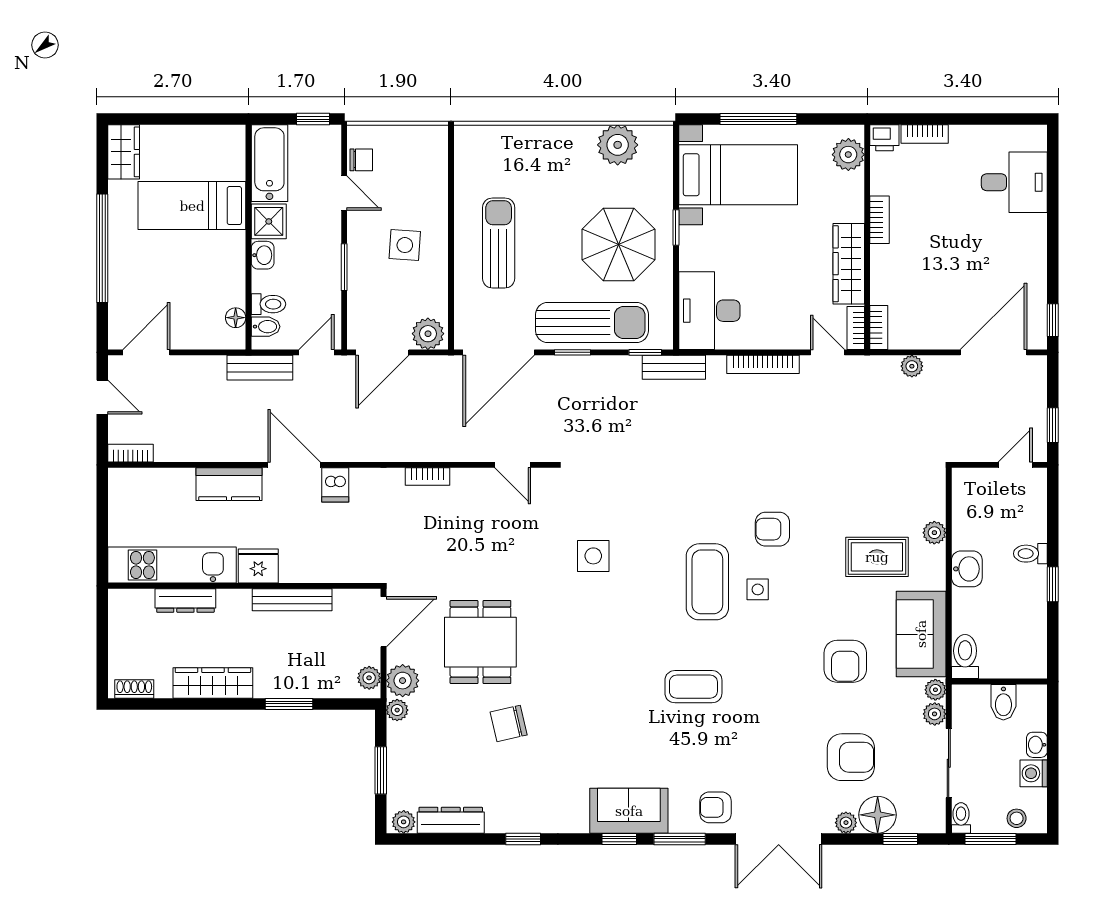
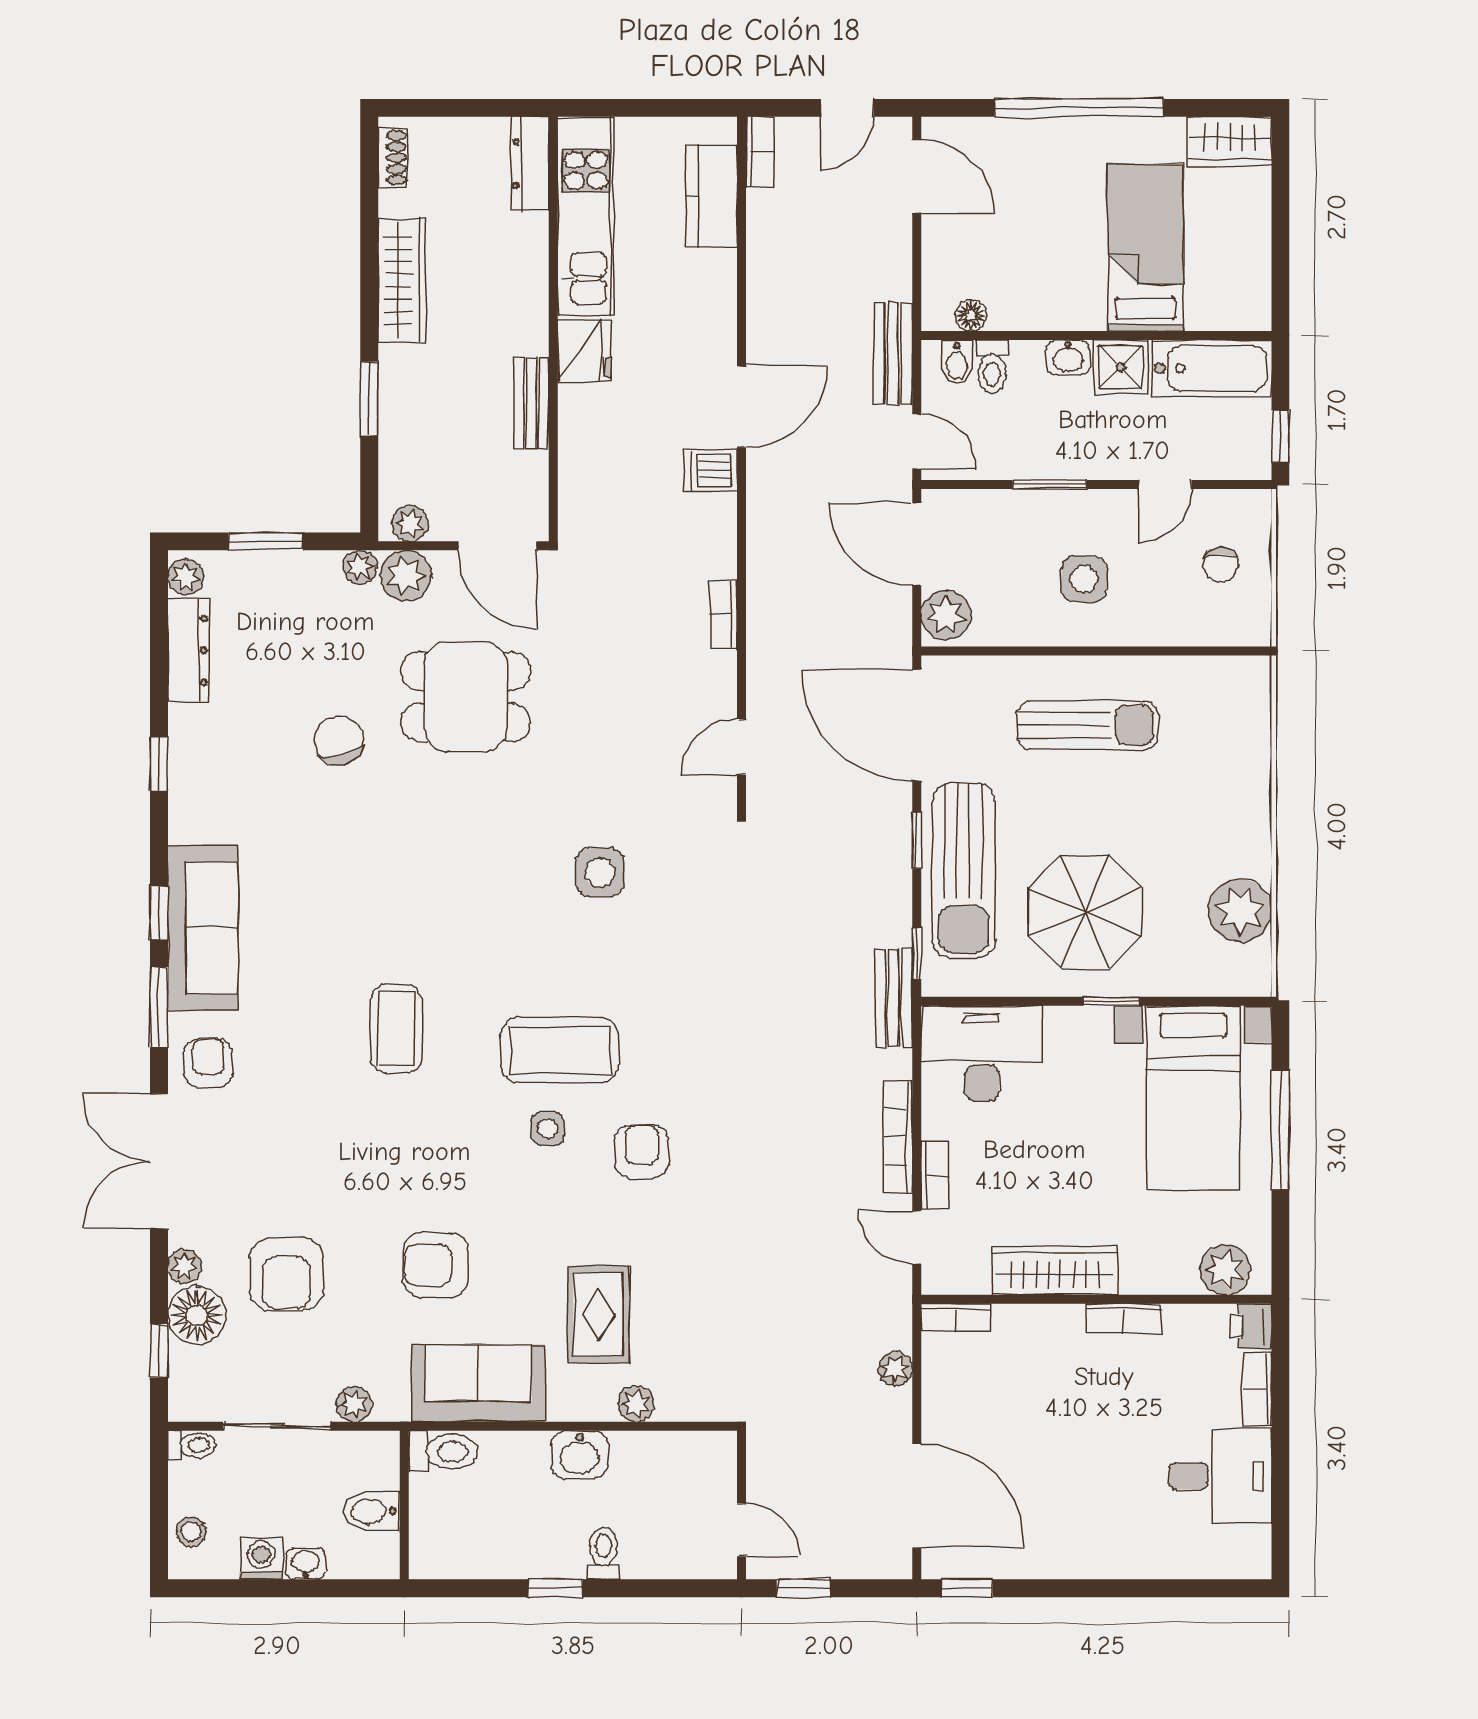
chair: (361, 160) -> (1221, 565), moved
desk: (1014, 182) -> (1220, 1476), moved, turned -90
bookcase: (856, 328) -> (935, 1175), moved, turned 90
door: (828, 352) -> (917, 1238), swing flipped
kitchen counter: (229, 484) -> (712, 196), moved
bench: (292, 600) -> (531, 403), width x0.73
dresser: (185, 601) -> (530, 164), moved
plant: (935, 690) -> (391, 1405), removed
sofa: (629, 811) -> (203, 928), width x1.36
window: (990, 839) -> (159, 1491), removed

